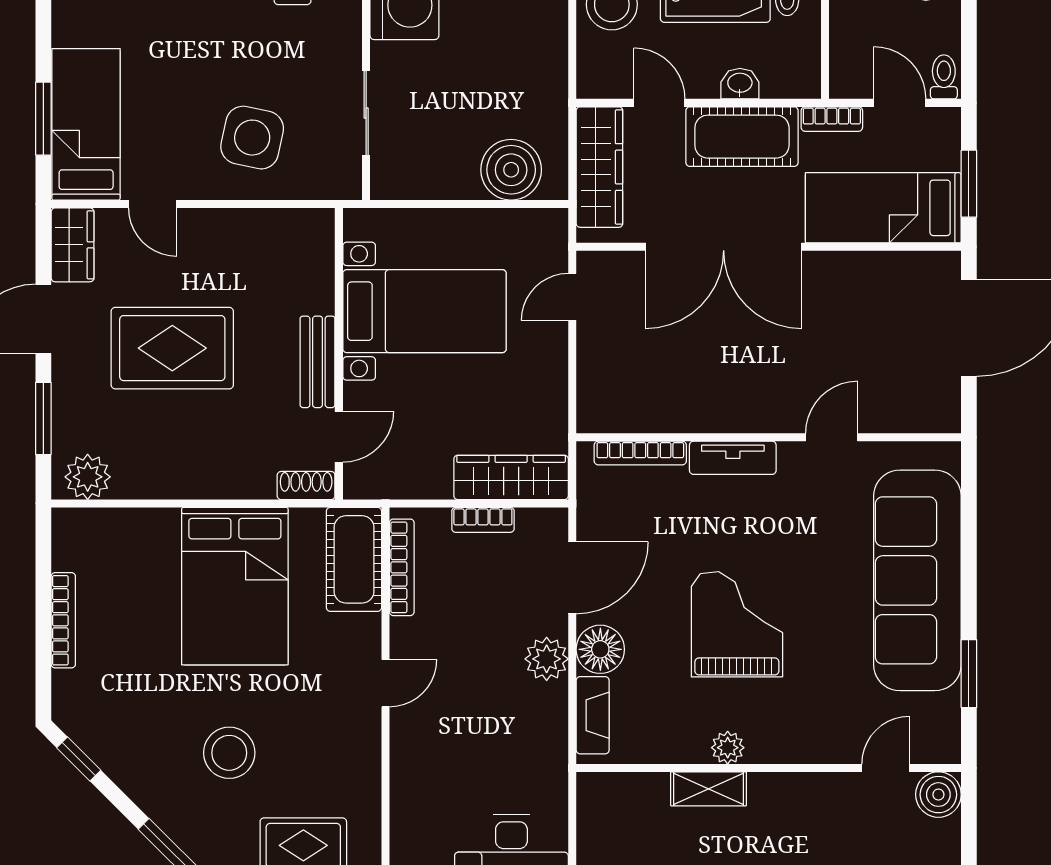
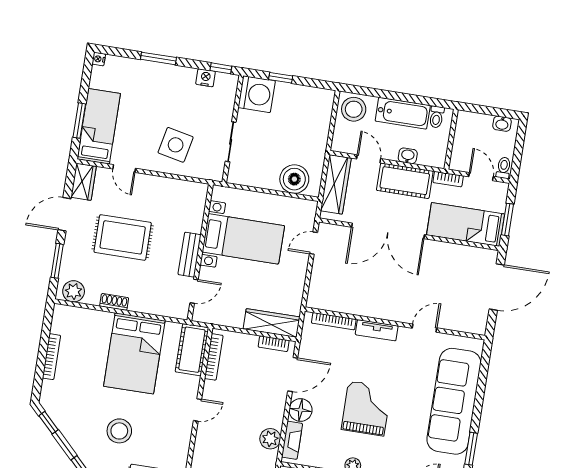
shoe rack: (306, 486) -> (114, 302), moved
bookcase: (483, 520) -> (274, 344), moved
plant: (547, 659) -> (270, 439), moved

